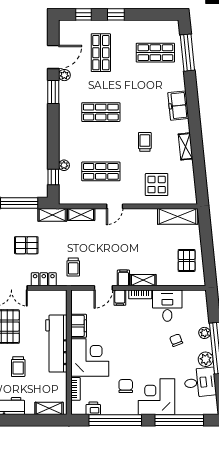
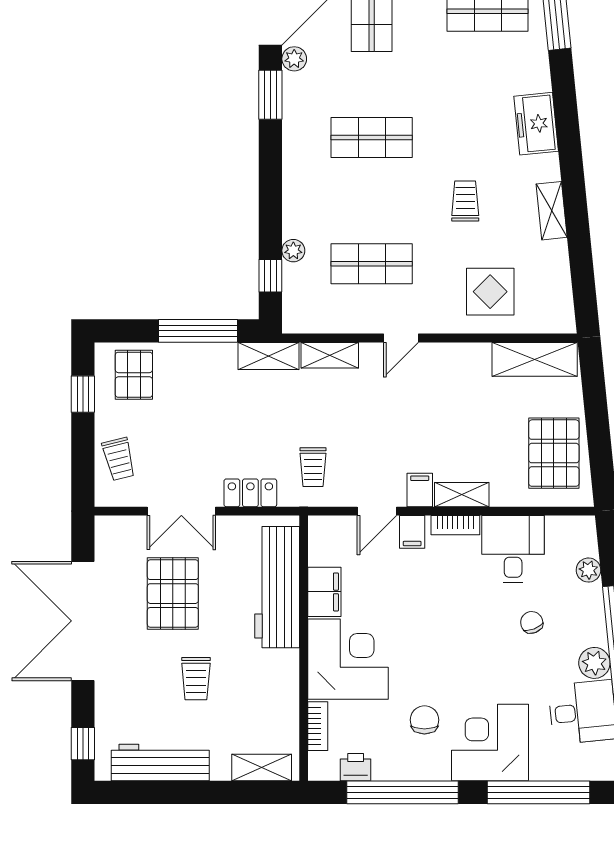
pallet: (26, 245) -> (213, 421), removed
pallet: (187, 260) -> (554, 453), width x1.50, depth x1.42
plant: (205, 333) -> (588, 570), moved
workbench: (56, 344) -> (277, 587), moved

